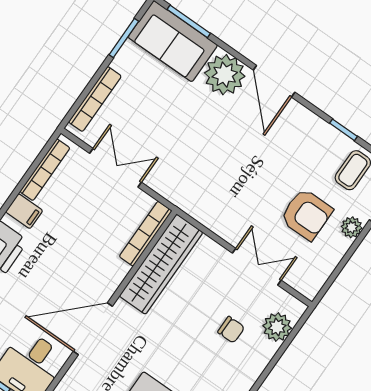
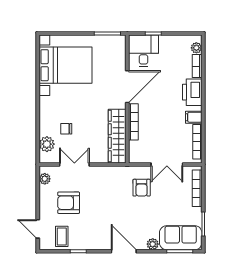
plant: (225, 75) -> (153, 244), width x0.53, depth x0.53
armchair: (179, 159) -> (142, 188), added
plant: (352, 227) -> (45, 179), moved
bookcase: (146, 234) -> (133, 122), moved
double door: (257, 267) -> (74, 164), swing flipped

